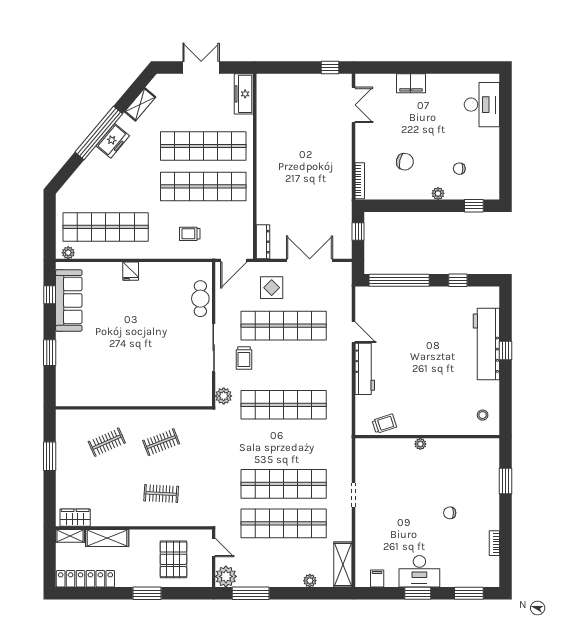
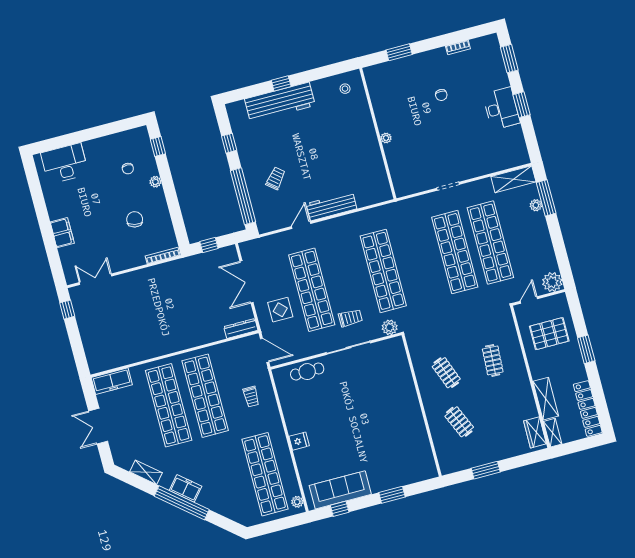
trolley: (384, 424) -> (276, 178), moved, turned 58
filing cabinet: (377, 579) -> (518, 145), removed
window: (251, 593) -> (546, 198), moved

